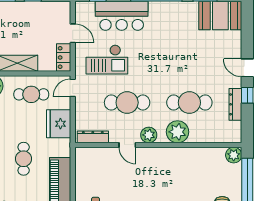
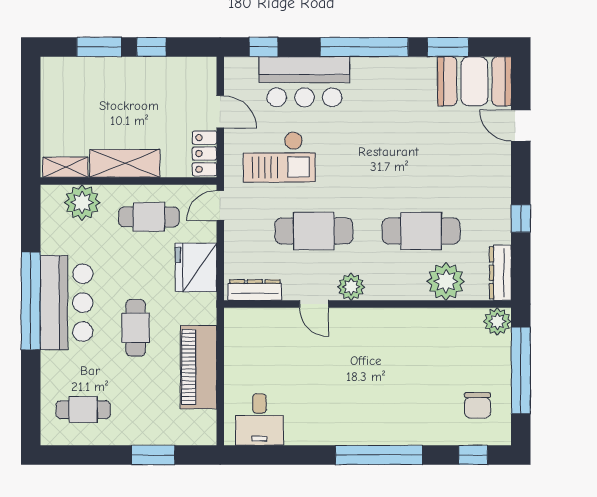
door: (247, 68) -> (521, 126), moved
dresser: (235, 104) -> (500, 273), moved
plant: (178, 132) -> (446, 281), moved

